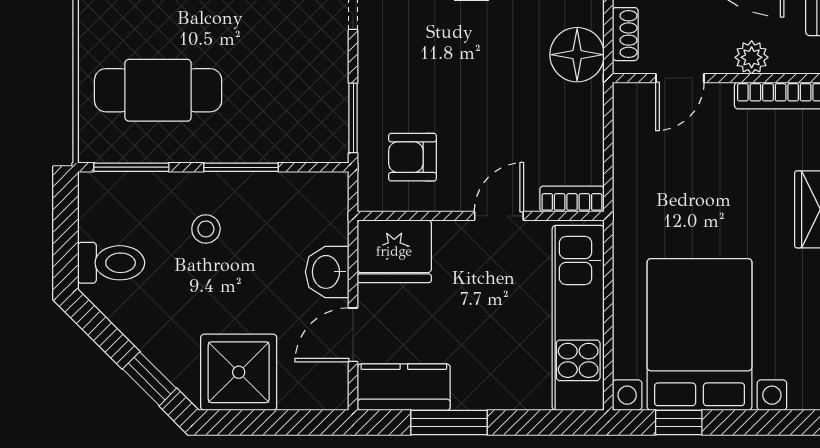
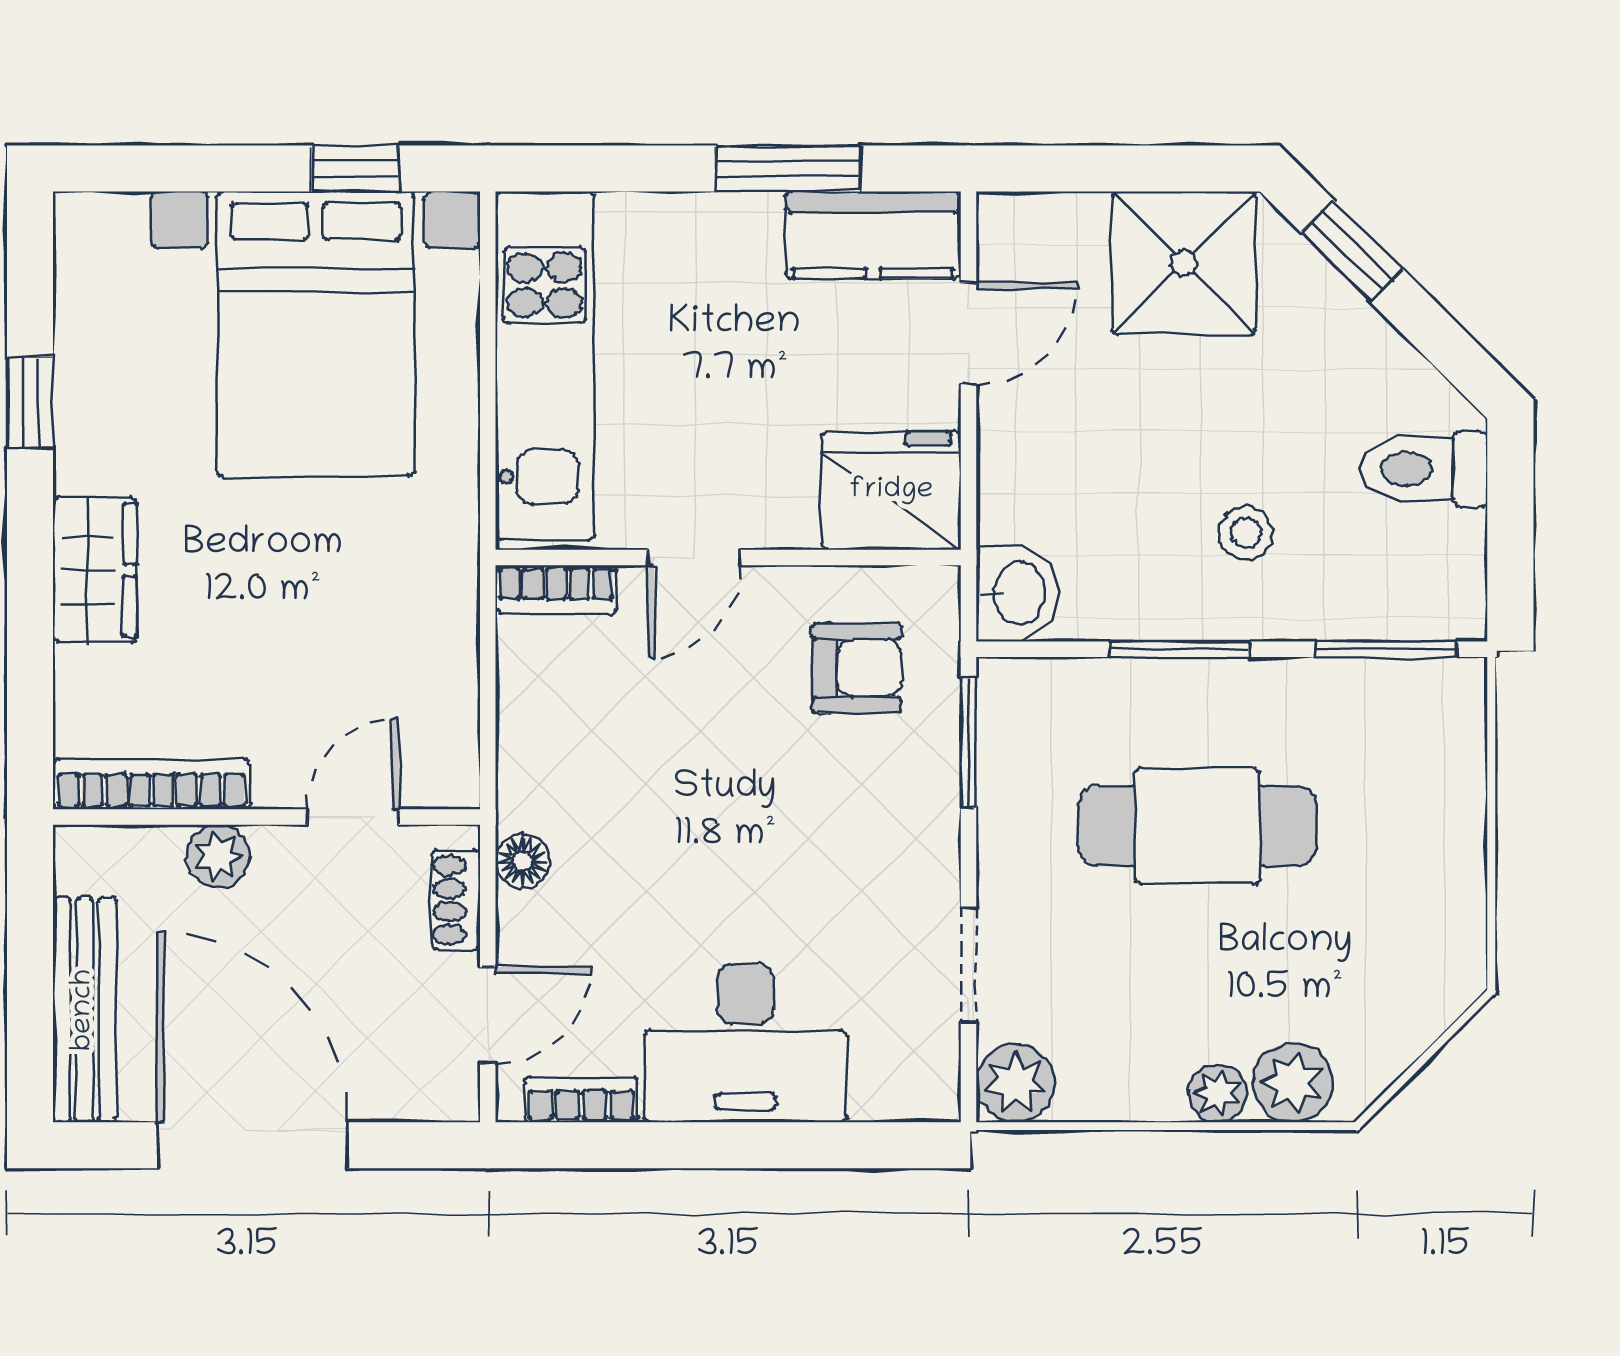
floor lamp: (577, 55) -> (523, 861), width x0.53, depth x0.53
cafe table: (158, 90) -> (1197, 826), moved
washbasin: (327, 272) -> (1017, 593), moved

